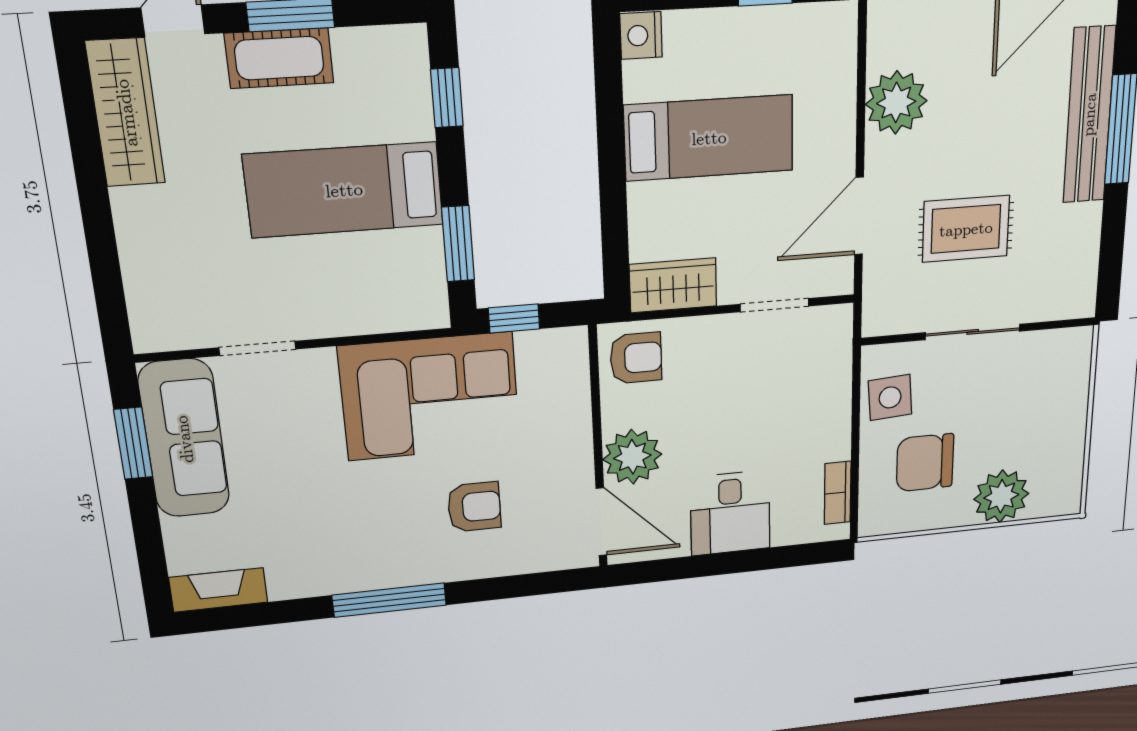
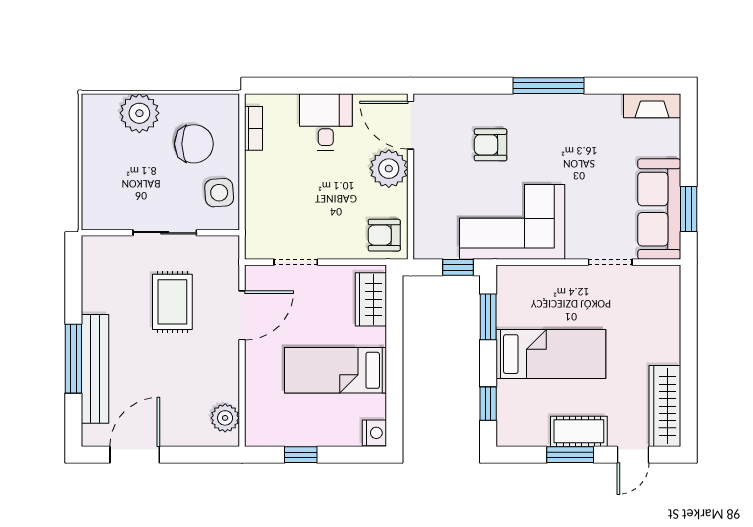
plant: (896, 102) -> (225, 418), moved, width x0.73, depth x0.73
rug: (966, 229) -> (172, 302), turned 90
wardrobe: (673, 285) -> (371, 299), moved, turned 90

